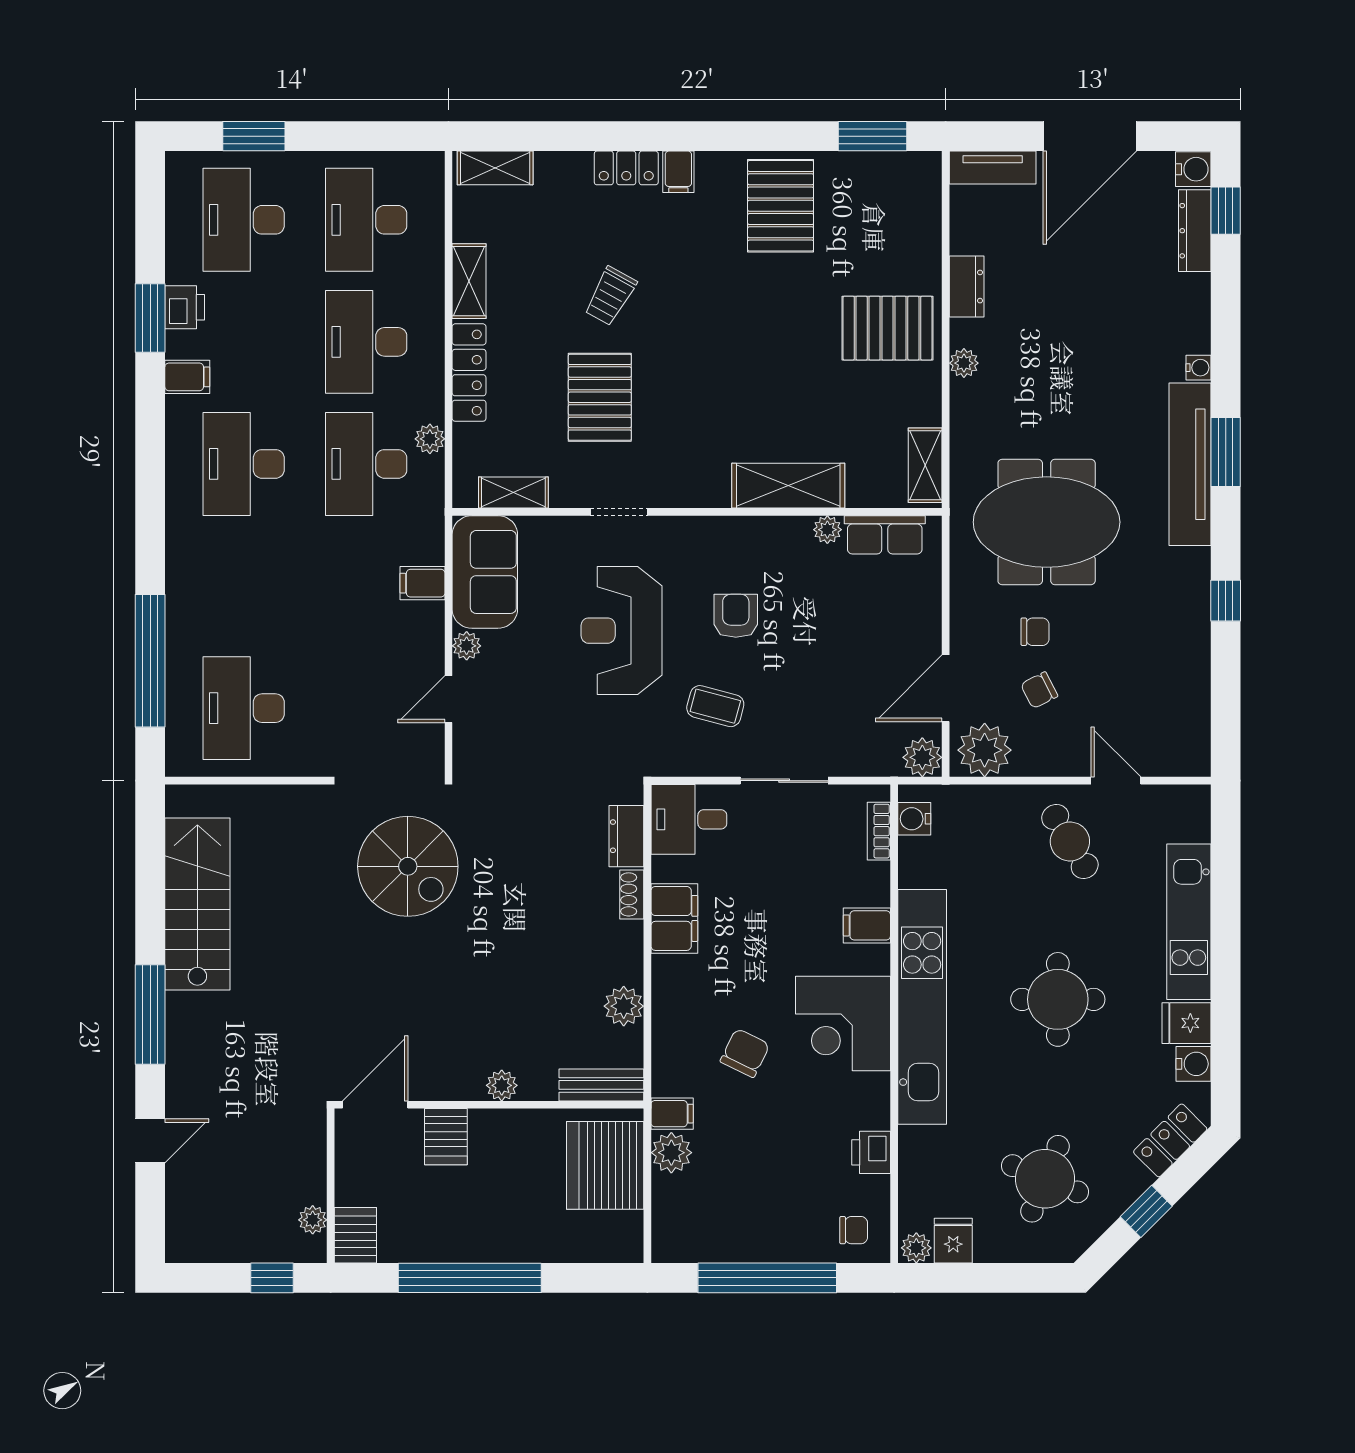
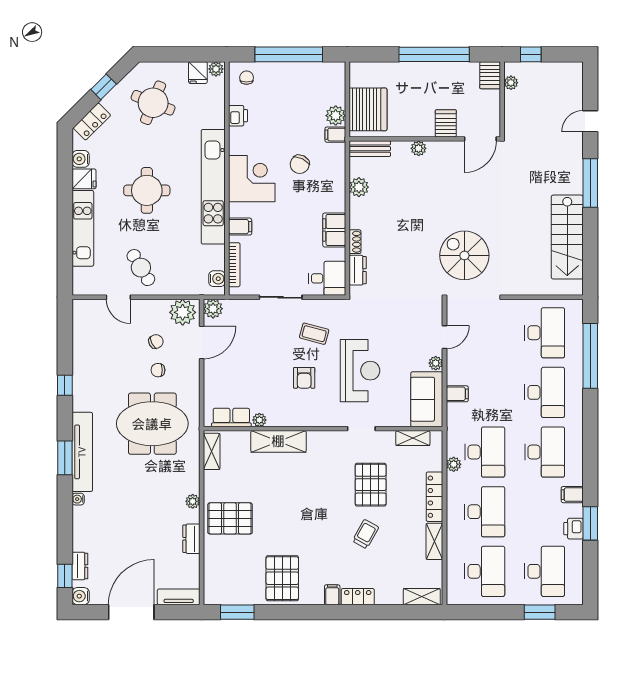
dresser: (1195, 231) -> (80, 566), width x0.70
desk: (244, 586) -> (545, 392), added
bookcase: (879, 831) -> (234, 265), width x1.56
chair: (854, 1230) -> (247, 78), turned 90

